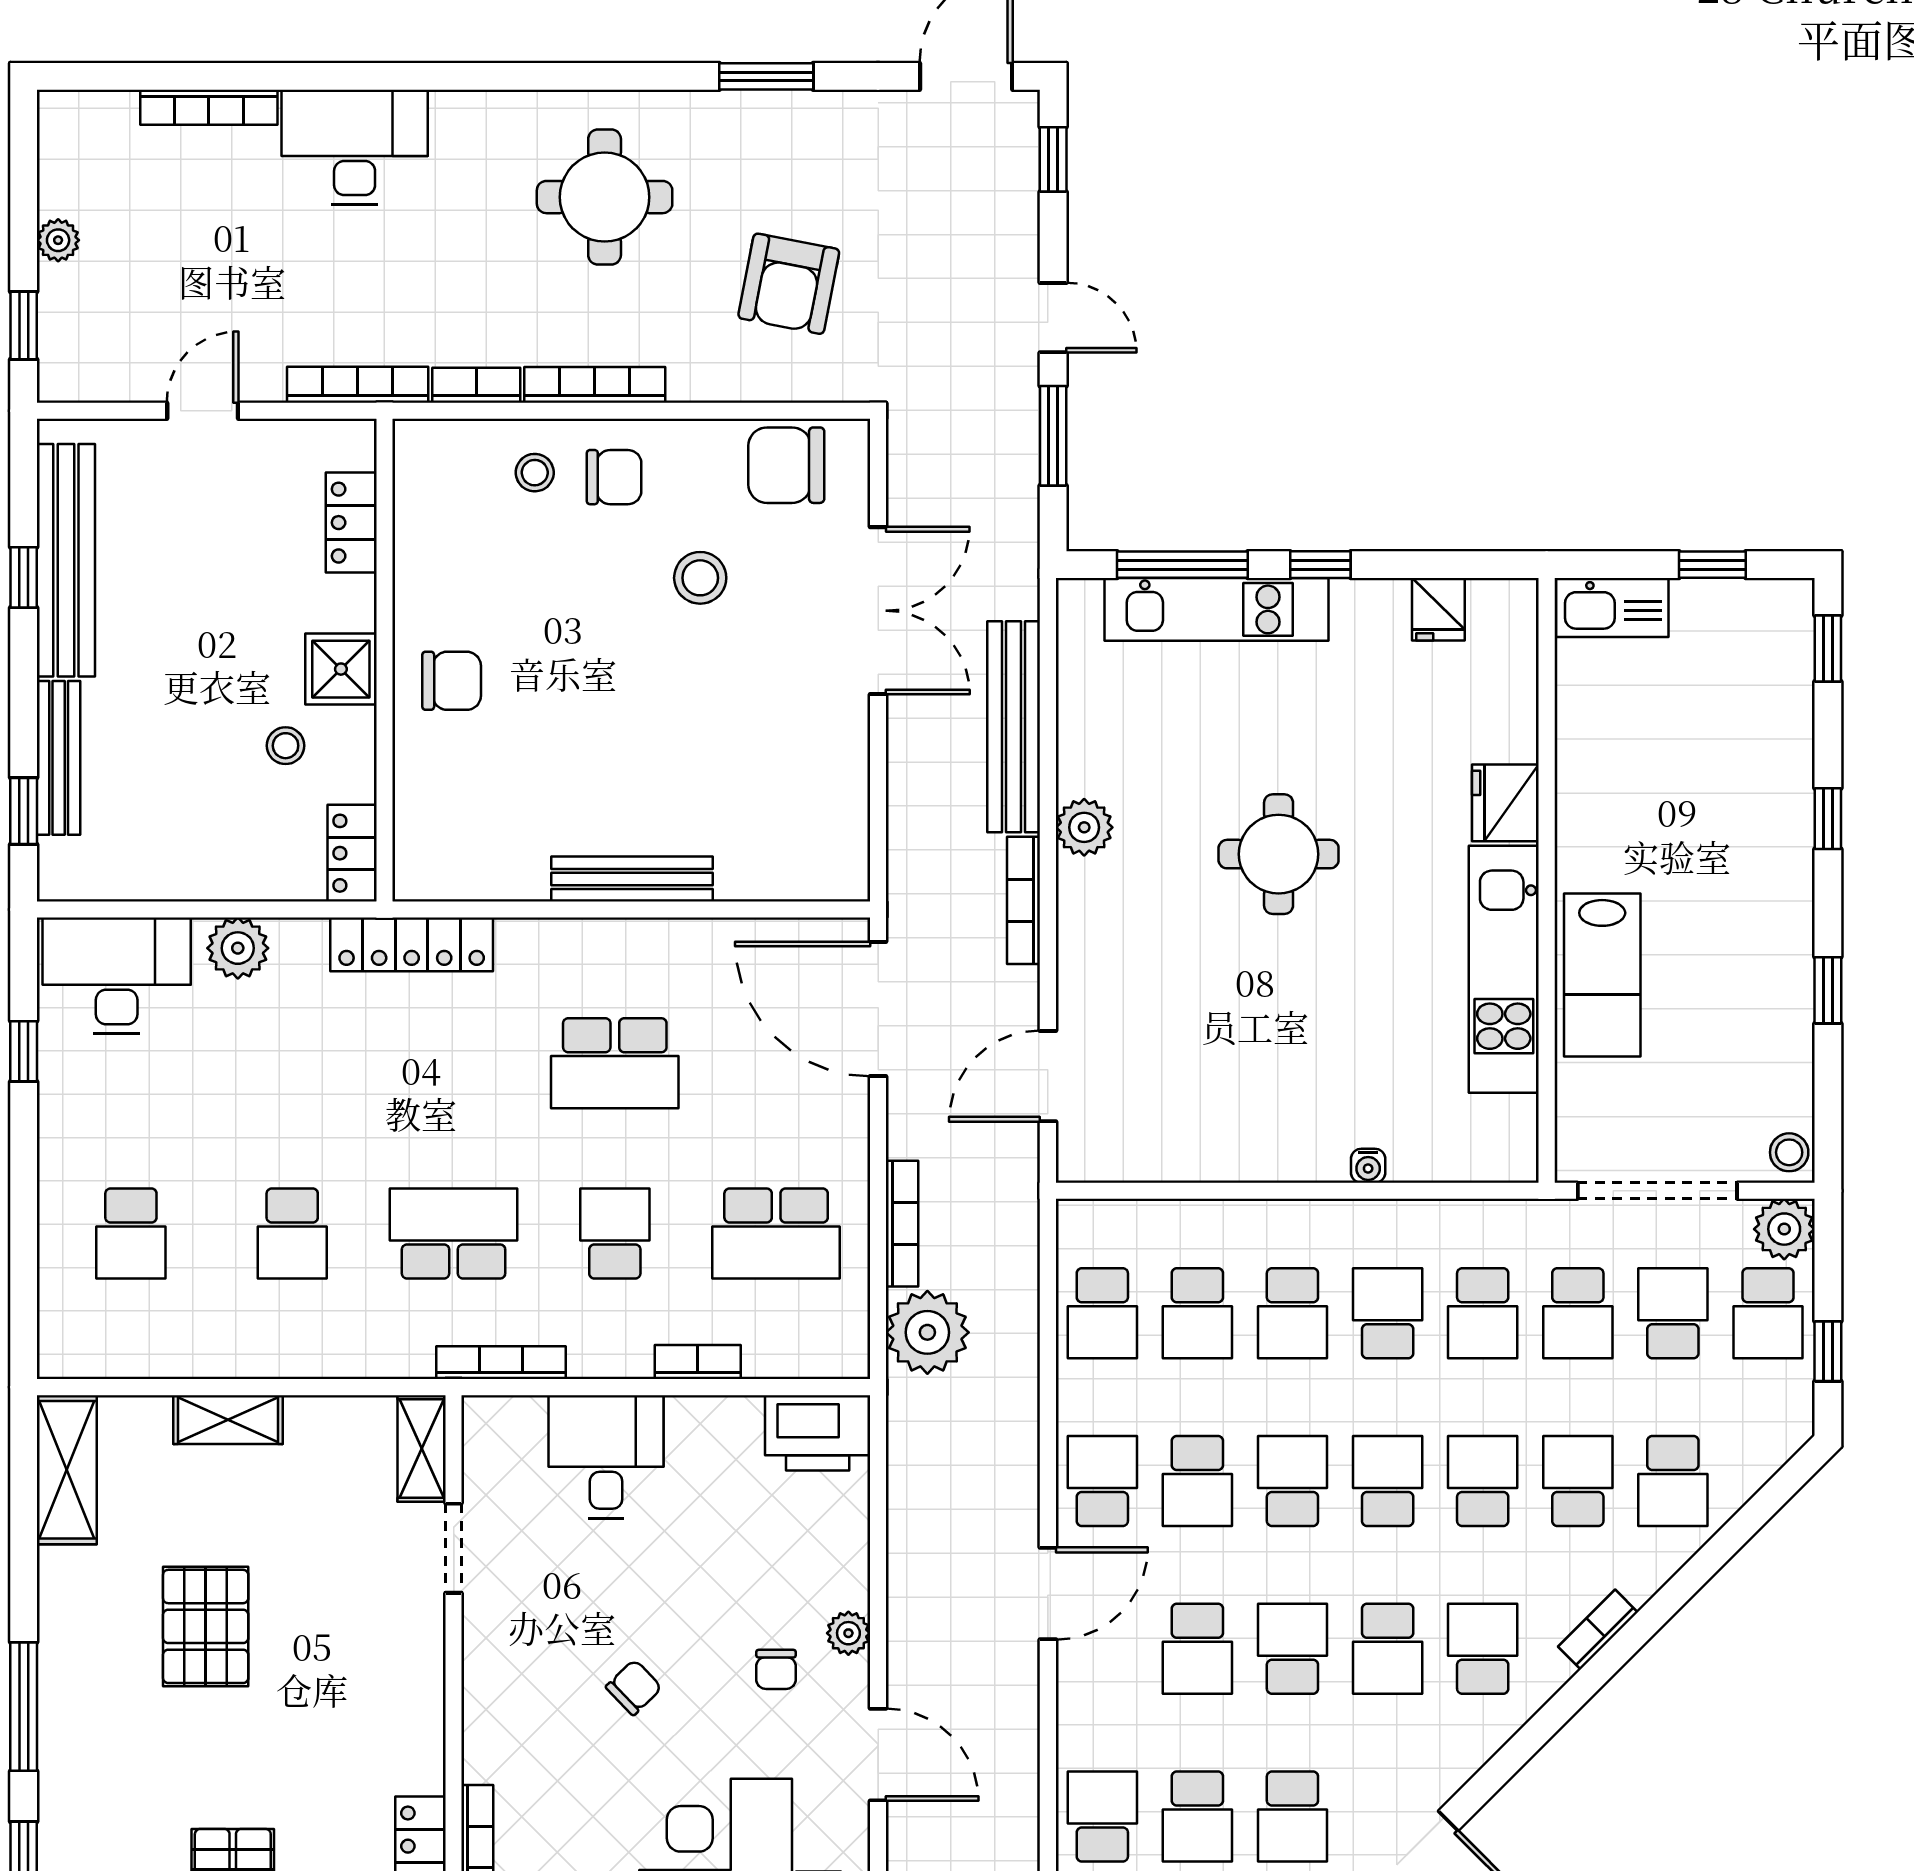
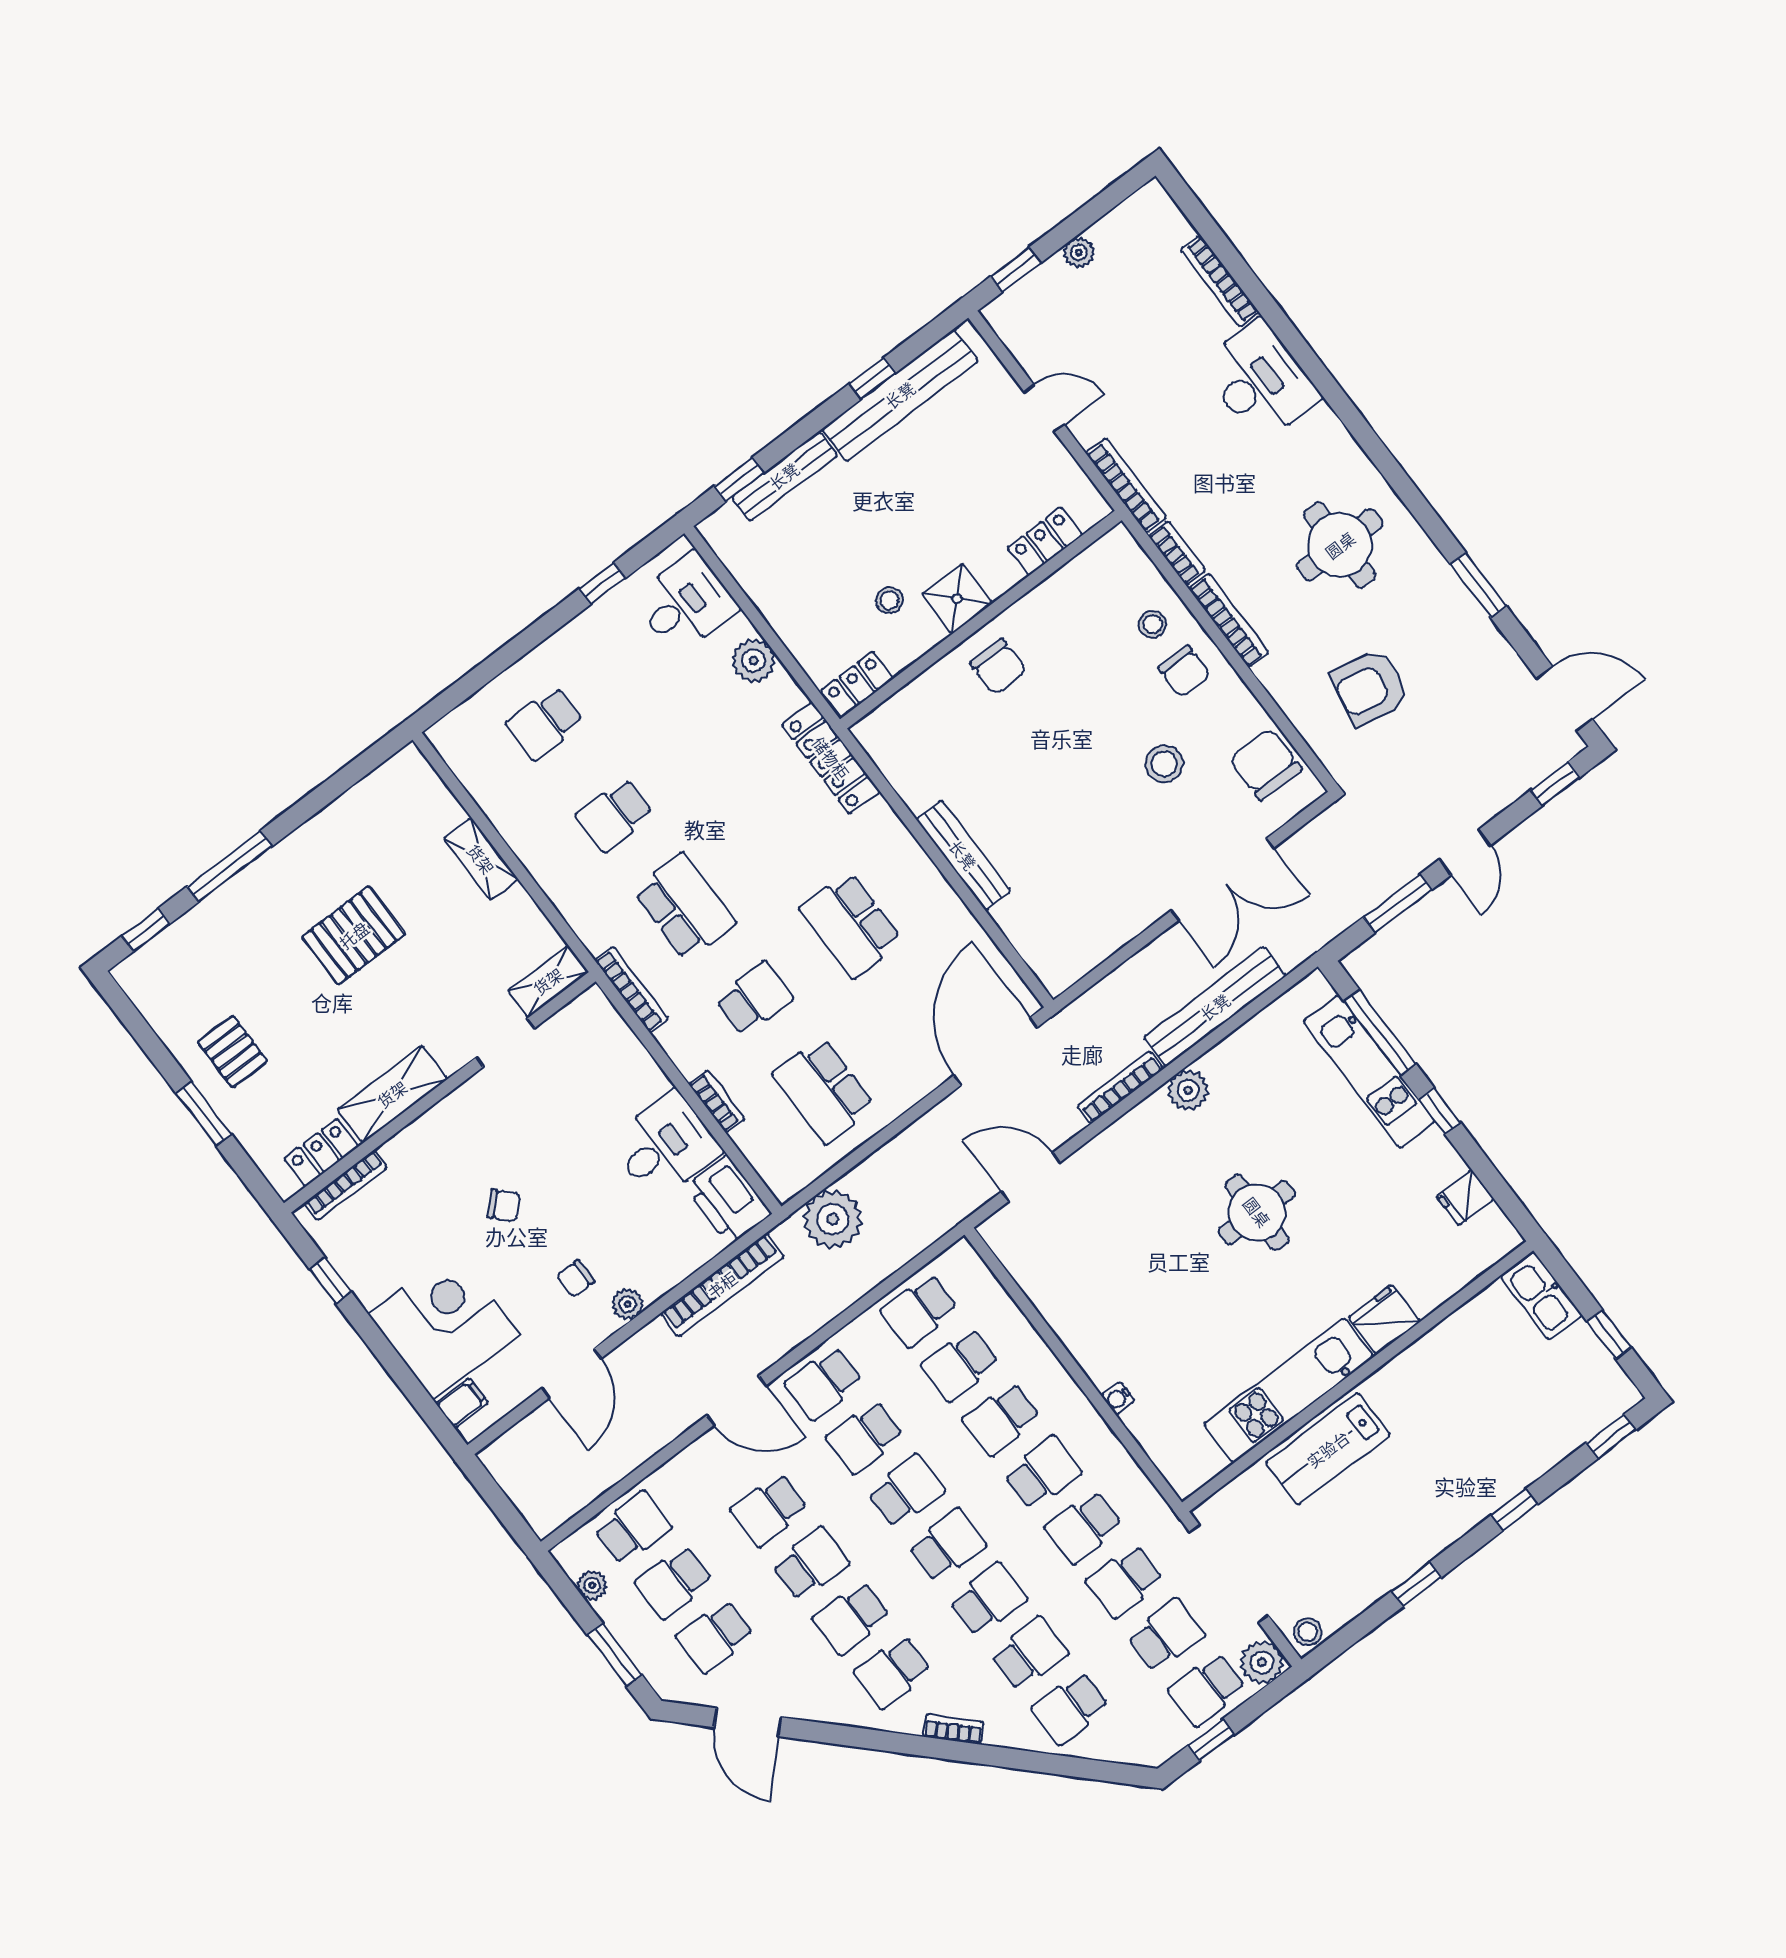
desk: (117, 976) -> (686, 604), width x0.73
bookcase: (902, 1224) -> (722, 1285), moved, width x1.48, depth x1.31
desk: (606, 1457) -> (665, 1146), moved
shelving: (67, 1470) -> (392, 1094), moved
school desk: (1102, 1481) -> (824, 1383), turned 180
school desk: (1483, 1649) -> (893, 1672), turned 180

